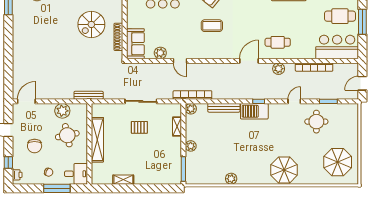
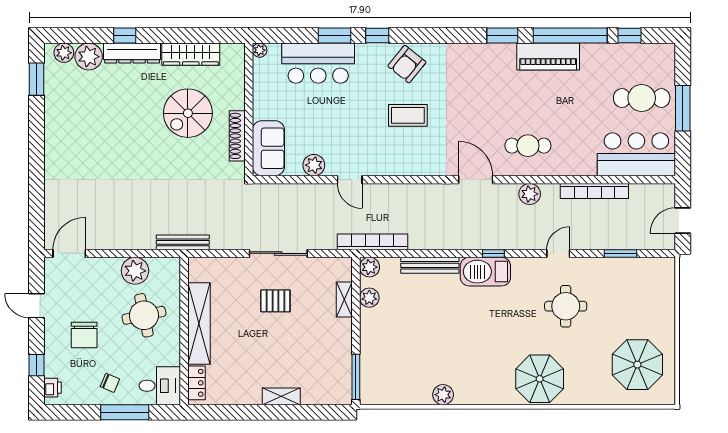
door: (249, 61) -> (476, 180), hinge flipped
round table: (316, 122) -> (566, 306), moved
plant: (191, 146) -> (369, 298), moved
locker: (96, 172) -> (196, 383), added
shelving: (123, 180) -> (281, 396), moved

